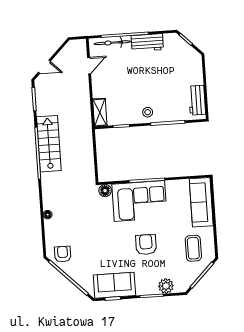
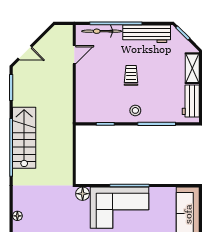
workbench: (147, 43) -> (147, 34), width x1.38
trolley: (142, 81) -> (131, 75), added
shelving: (100, 112) -> (192, 68), moved

